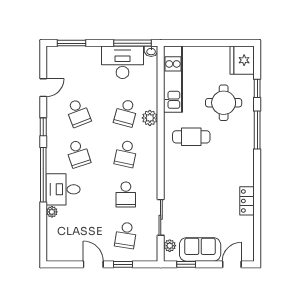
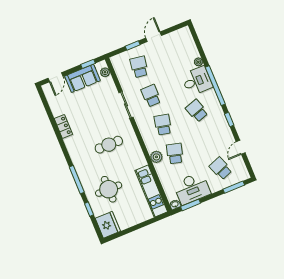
window: (133, 43) -> (191, 205), width x0.69
school desk: (78, 113) -> (221, 168), moved
cafe table: (191, 137) -> (109, 145), moved
sliding door: (161, 217) -> (126, 105), moved
door: (93, 264) -> (154, 37), swing flipped

